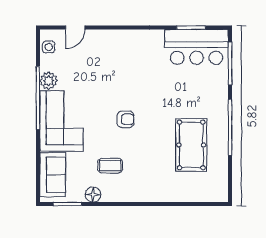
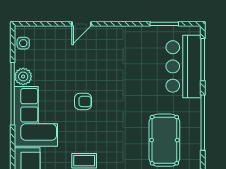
door: (75, 28) -> (82, 24), moved
bar counter: (197, 47) -> (184, 66), moved, turned 90
armchair: (126, 119) -> (83, 101), moved

